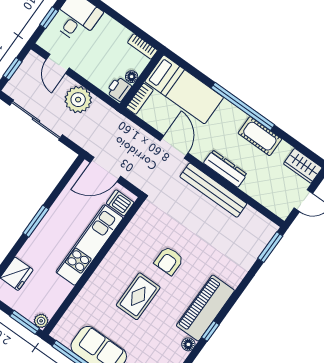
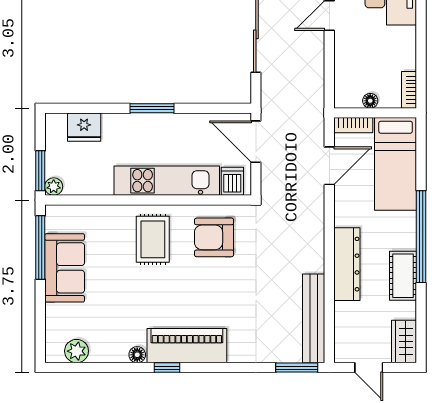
printer: (119, 89) -> (348, 97), removed
plant: (78, 100) -> (308, 63), removed
door: (174, 147) -> (329, 166), moved
dresser: (225, 169) -> (347, 264), width x1.37, depth x1.24
bench: (213, 190) -> (314, 318), moved
armchair: (169, 261) -> (214, 237), moved, width x1.38, depth x1.38
rug: (138, 296) -> (153, 239), moved, turned 90

